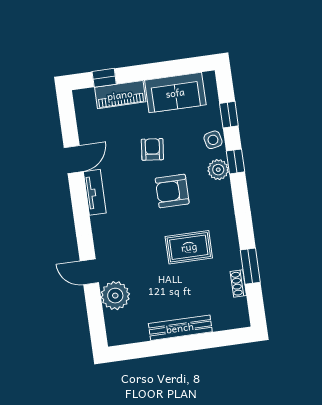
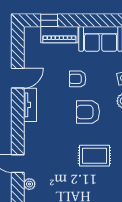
armchair: (152, 149) -> (78, 79), turned -96
plant: (115, 296) -> (29, 184), width x0.53, depth x0.53

